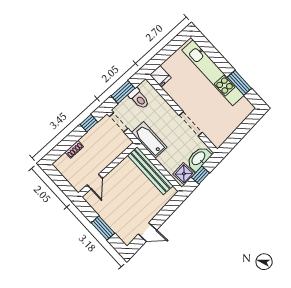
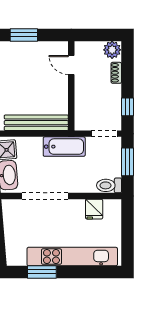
fridge: (160, 76) -> (94, 209), moved, turned -90
toilet: (139, 99) -> (109, 185), moved
doorway: (191, 124) -> (45, 196), width x1.36
plant: (62, 165) -> (112, 50), added

